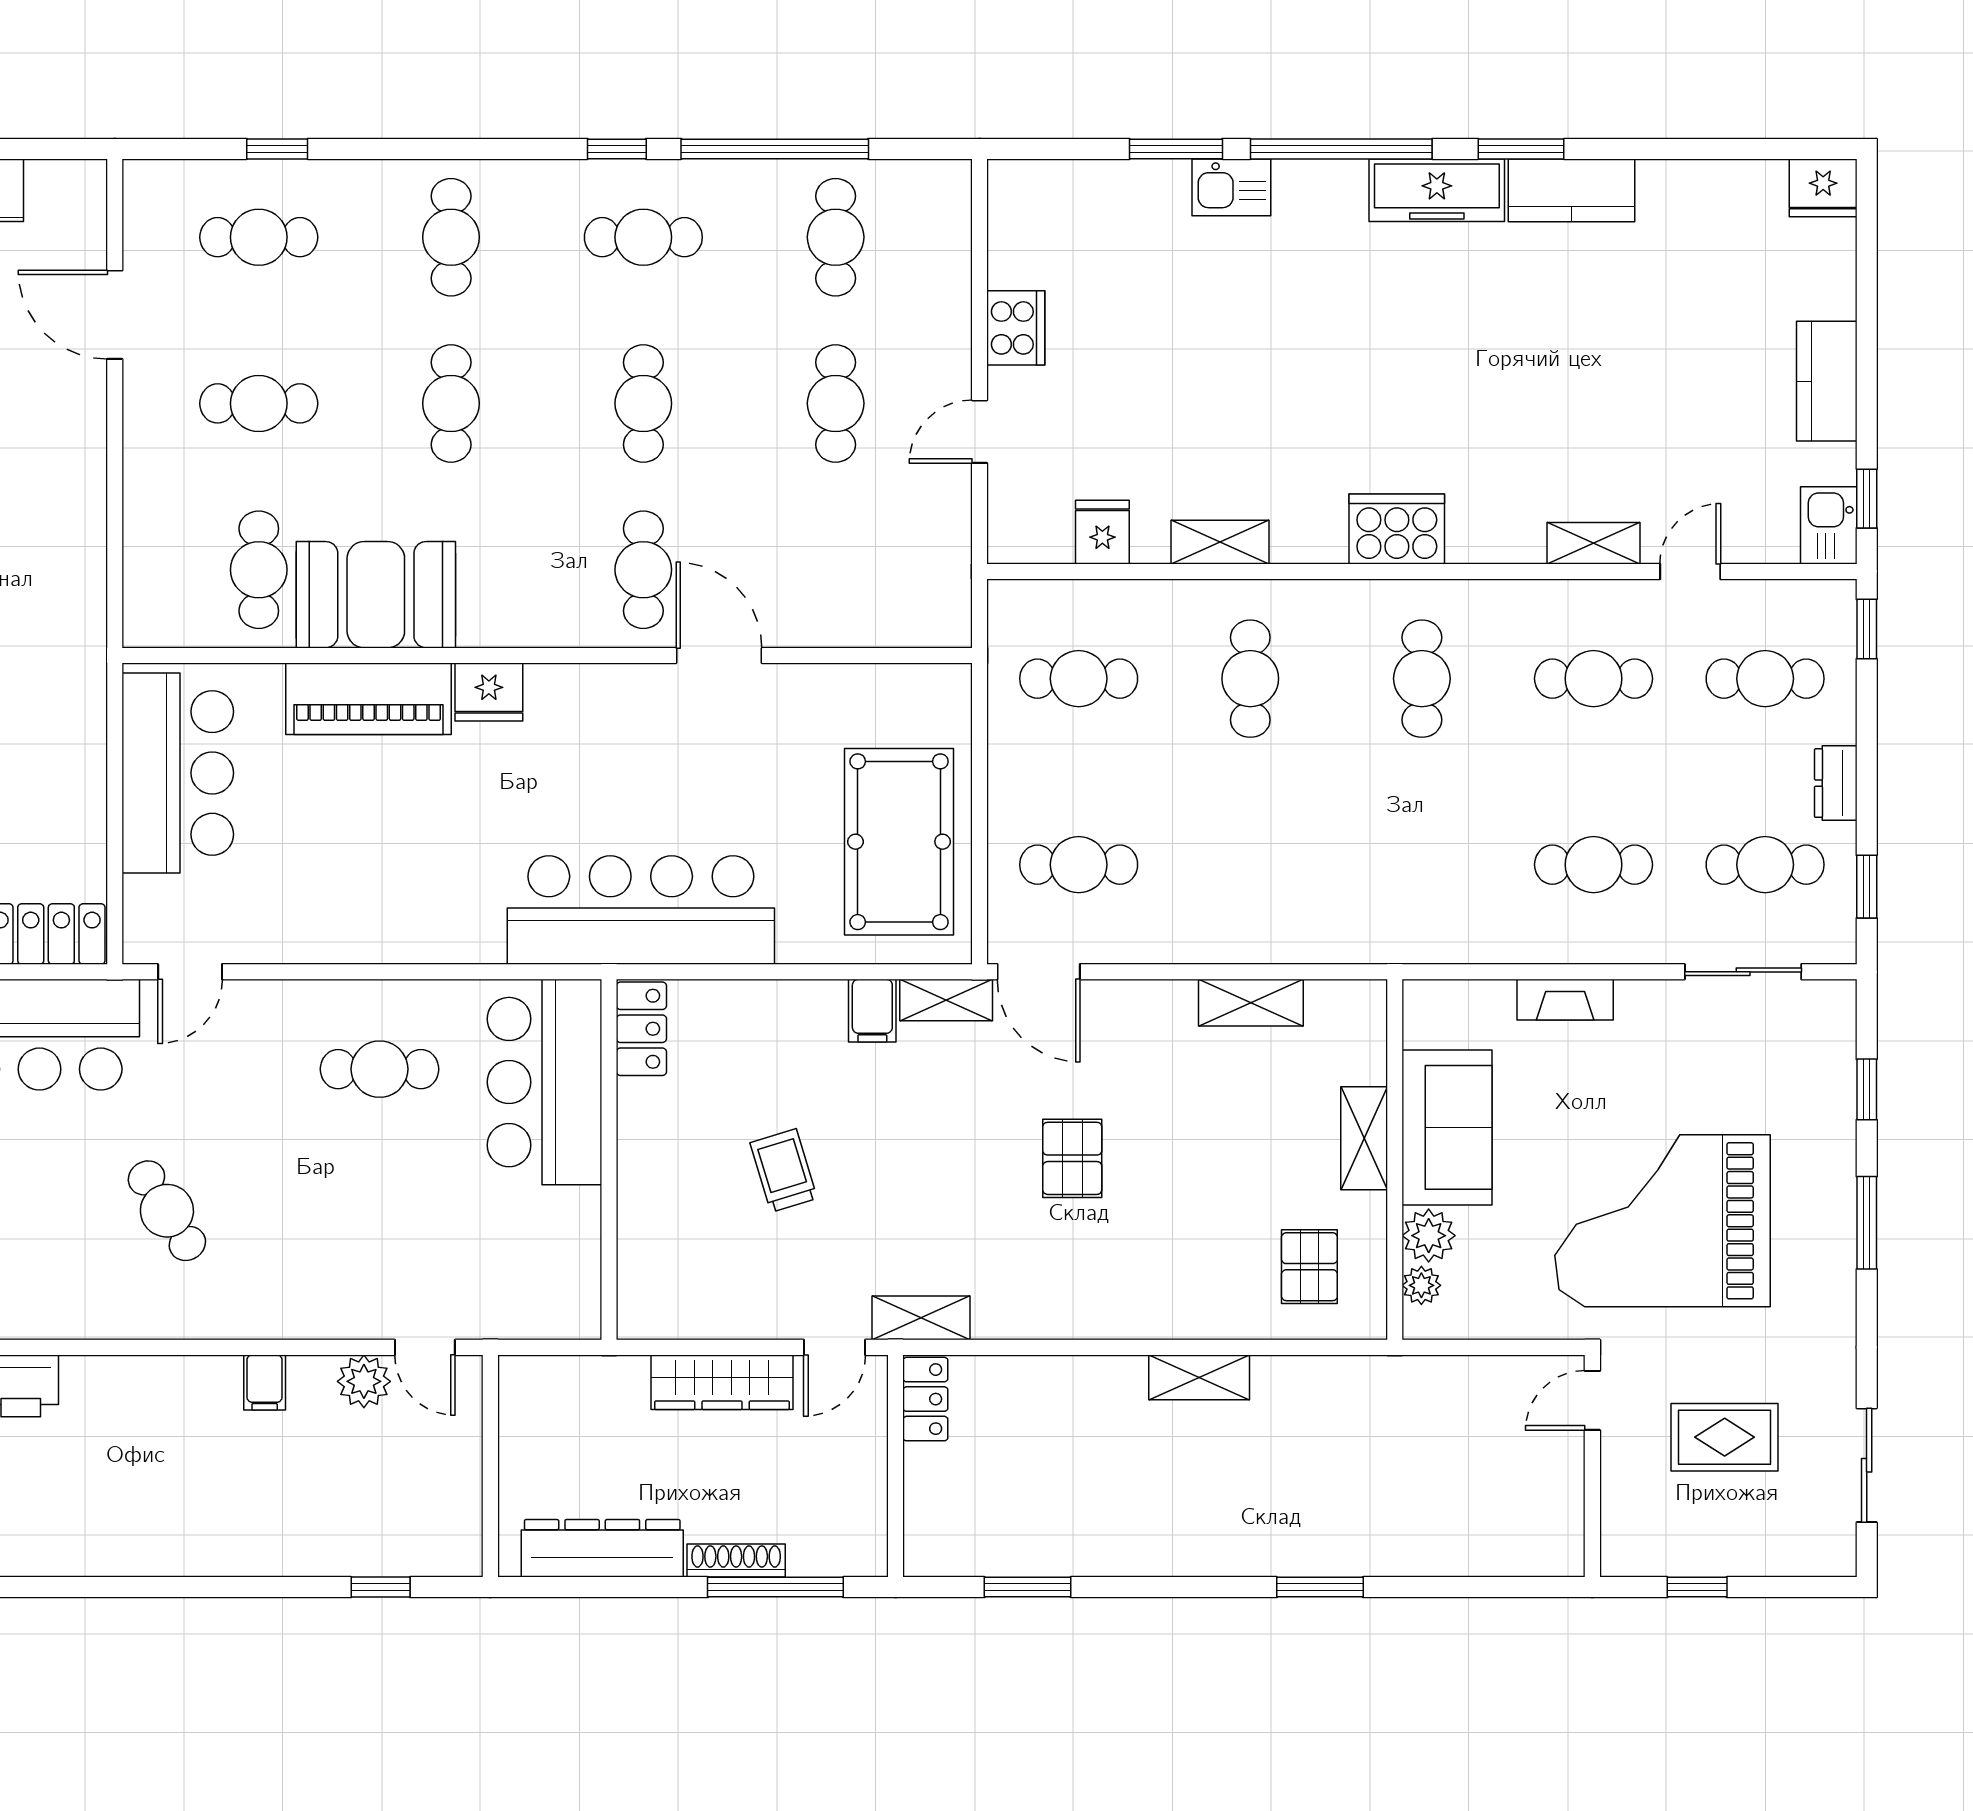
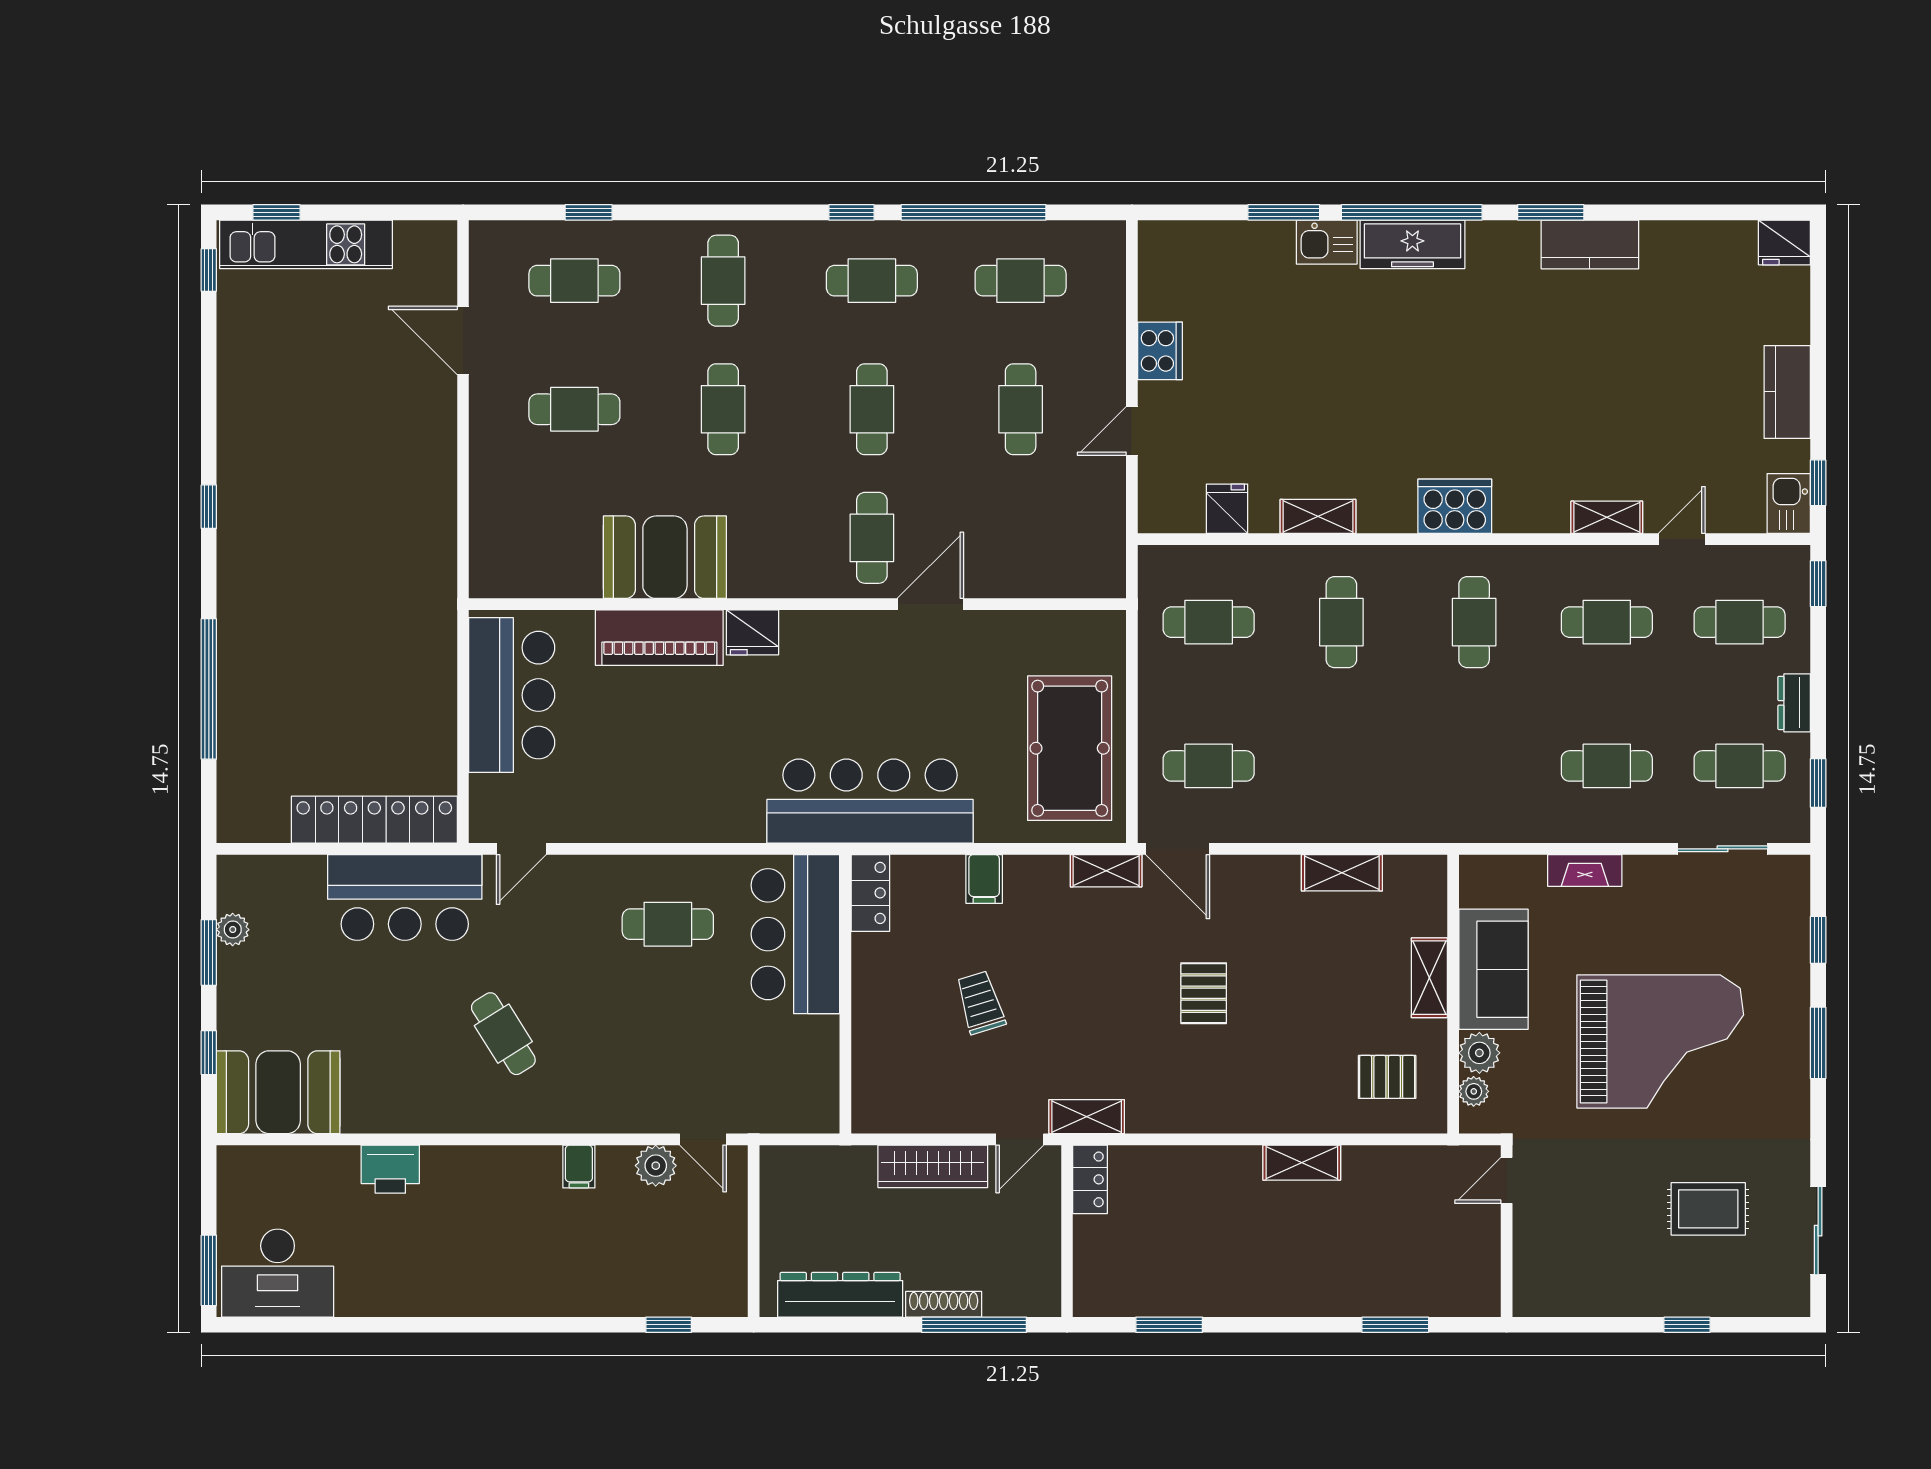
freezer: (1437, 190) -> (1412, 244), moved
cafe table: (836, 237) -> (1021, 281), turned 90
cafe table: (259, 570) -> (574, 538), removed
door: (719, 655) -> (930, 604), hinge flipped
filing cabinet: (872, 1011) -> (984, 879), moved
grand piano: (1663, 1221) -> (1660, 1041), turned 180
pallet: (1309, 1267) -> (1387, 1077), turned 90
door: (1592, 1400) -> (1507, 1180), moved
wall: (1592, 1466) -> (1507, 1231), moved

